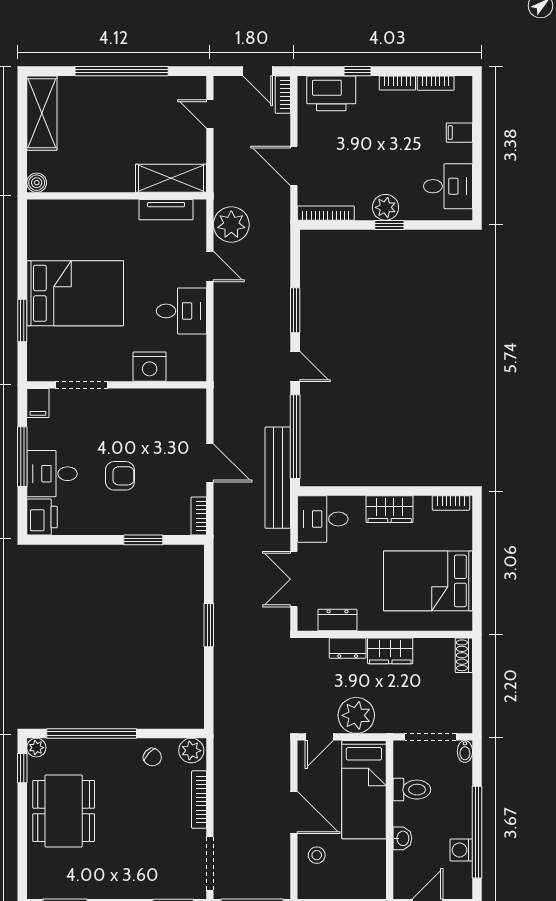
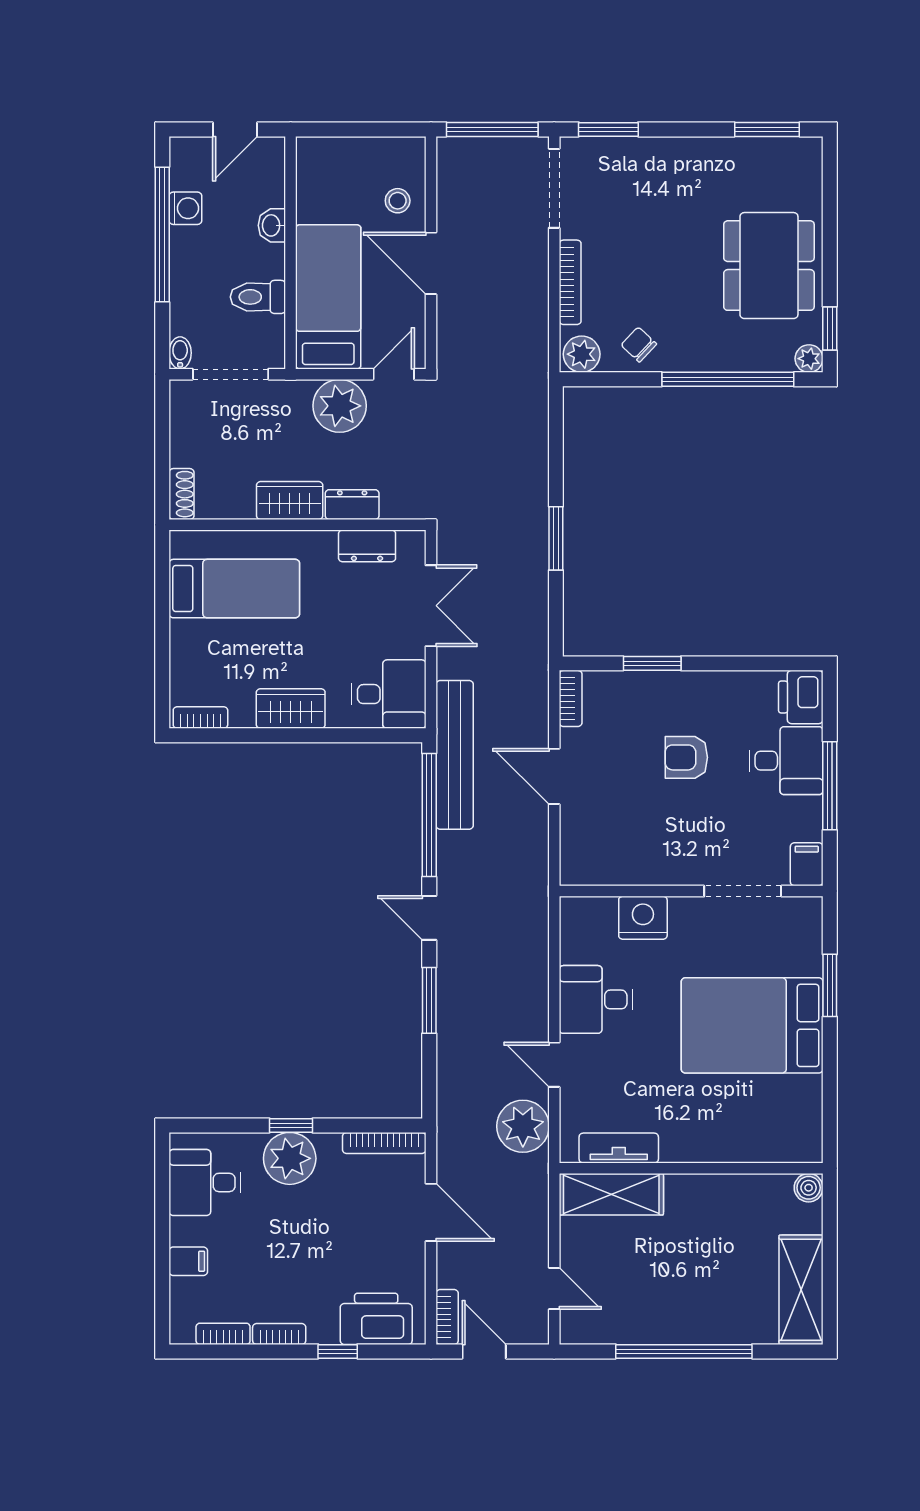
plant: (385, 207) -> (290, 1158), width x1.36, depth x1.36
bed: (428, 581) -> (234, 589), width x0.67

